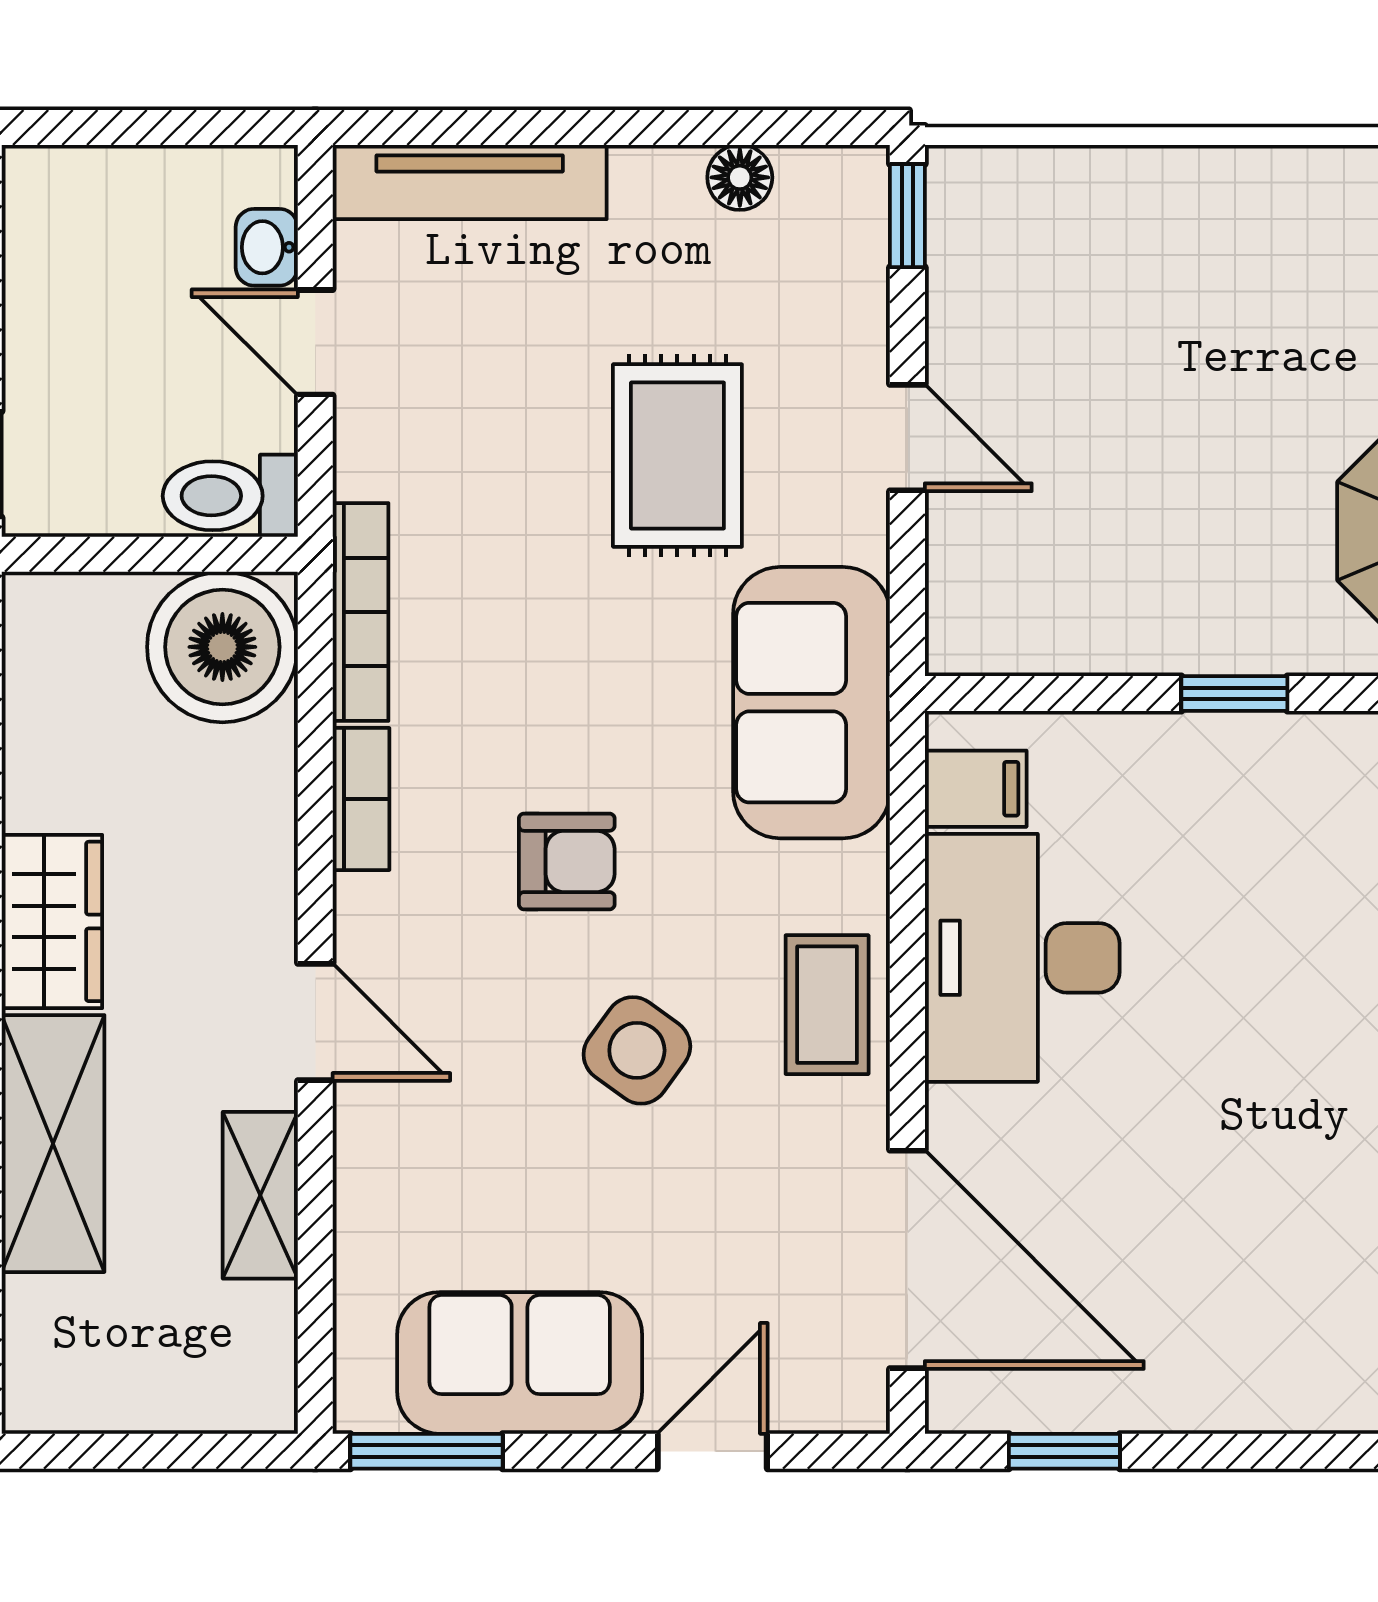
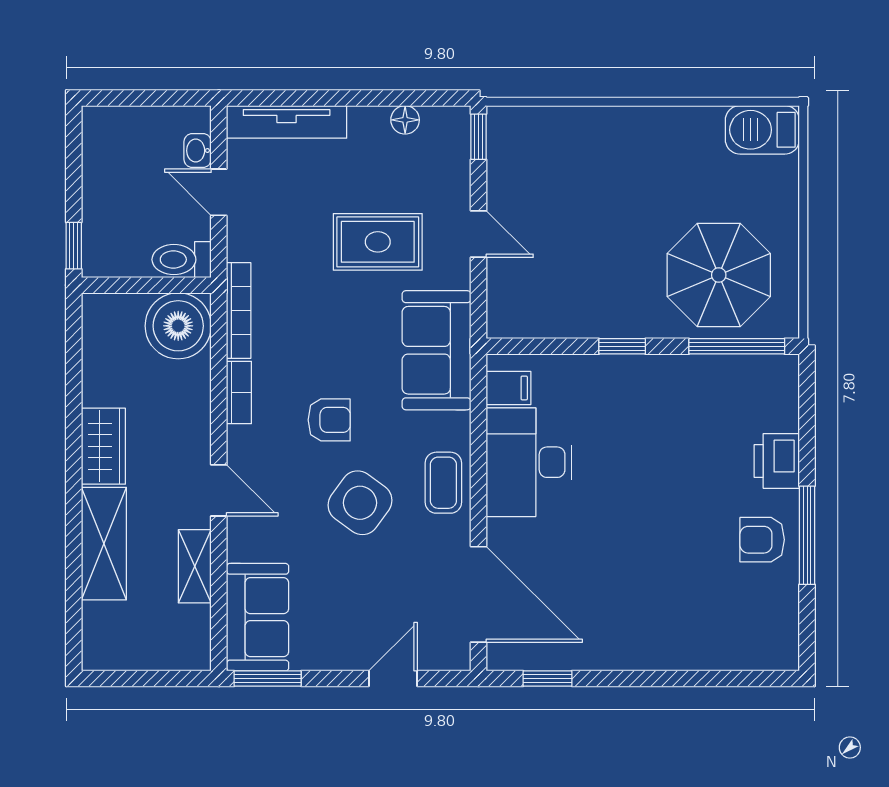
rug: (677, 456) -> (378, 242), turned 90
side table: (637, 1050) -> (360, 503), width x1.37, depth x1.37
sofa: (520, 1363) -> (258, 617), moved, turned 90

